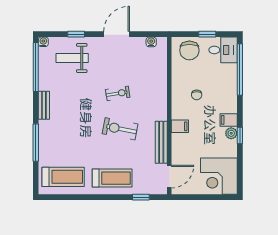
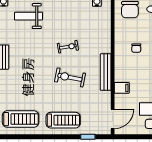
filing cabinet: (180, 126) -> (122, 88), moved
bench: (161, 142) -> (106, 72), moved

